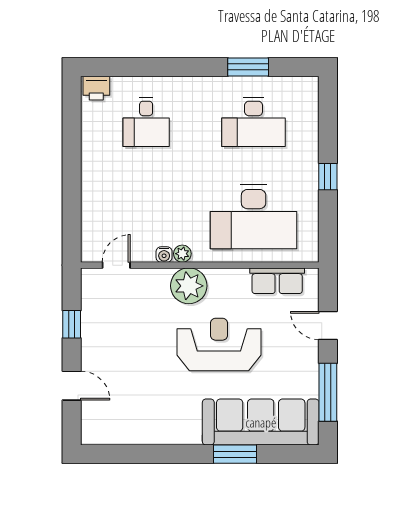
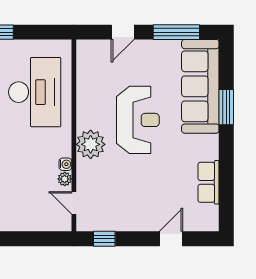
plant: (182, 254) -> (65, 179), moved
row of seats: (277, 281) -> (209, 182), moved, turned 180
window: (72, 324) -> (104, 239), moved
reception desk: (219, 344) -> (138, 120), turned 180

